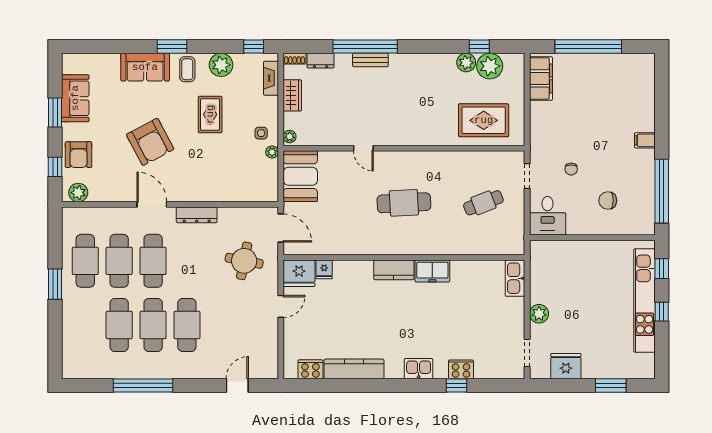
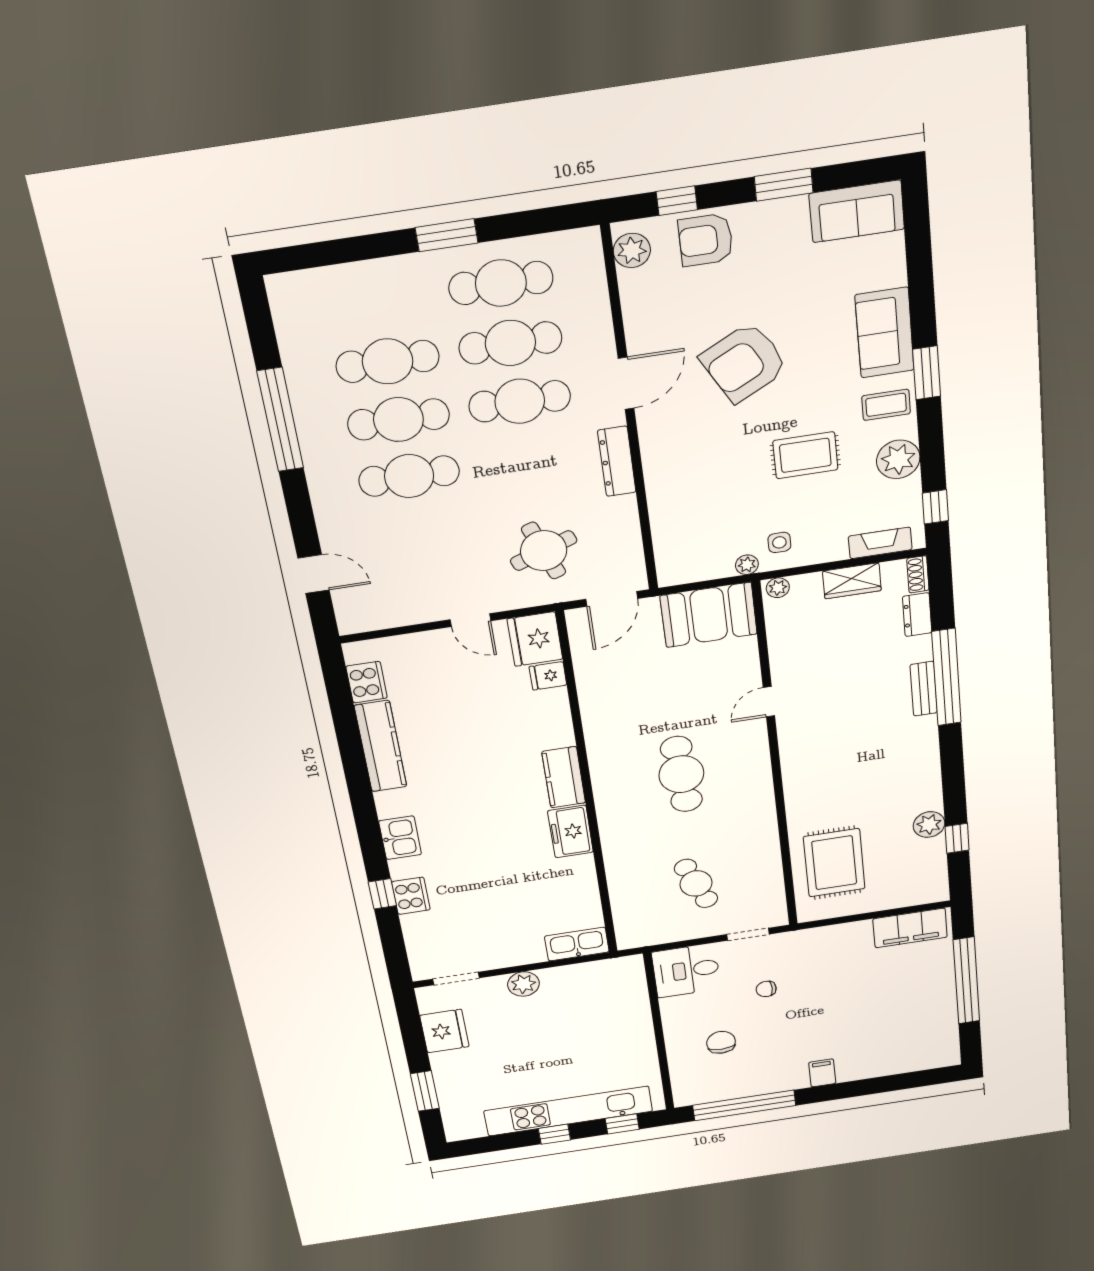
plant: (490, 66) -> (925, 857), removed
sofa: (75, 98) -> (857, 211), moved
round table: (244, 261) -> (544, 551), turned -31

